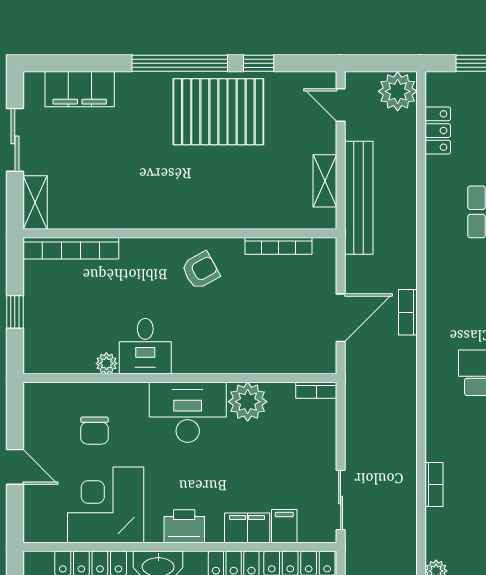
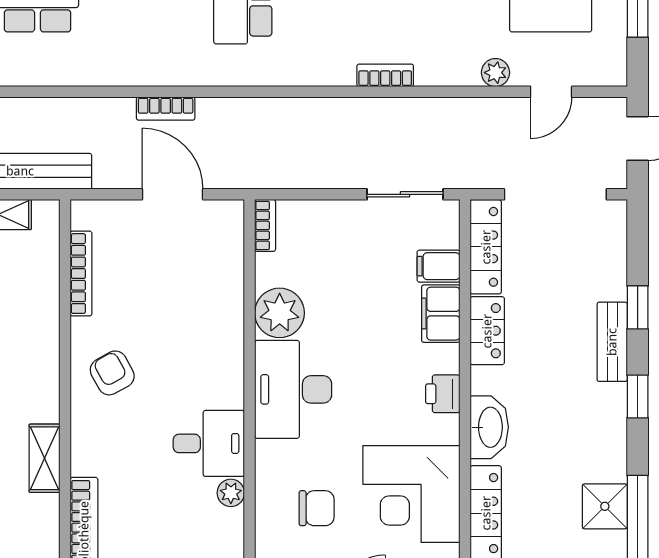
shelving: (134, 217) -> (45, 458), added
printer: (184, 526) -> (443, 394), width x0.73, depth x0.81

